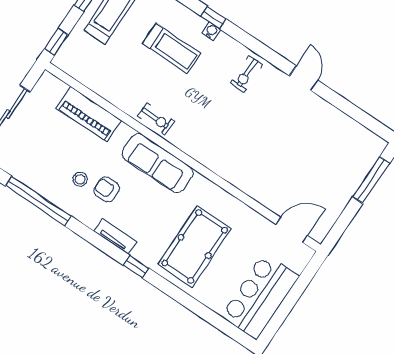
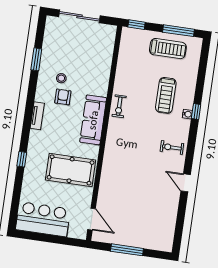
door: (304, 78) -> (186, 183), swing flipped
piano: (89, 114) -> (103, 65), removed
window: (371, 180) -> (127, 250), moved
window: (38, 201) -> (36, 59), width x0.47
pool table: (195, 247) -> (71, 170), moved
window: (136, 267) -> (22, 159), moved

